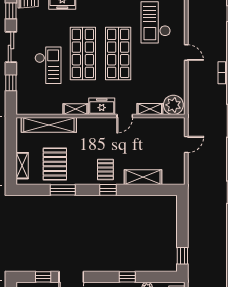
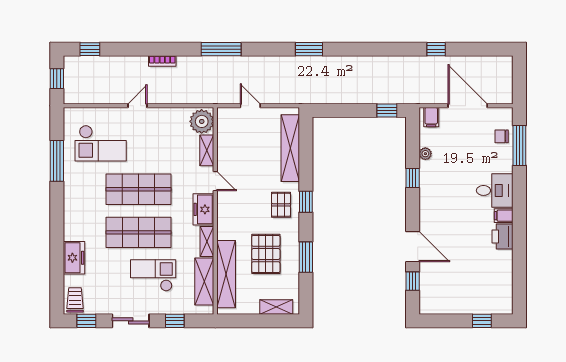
shelving: (43, 107) -> (204, 282), added
pallet: (55, 164) -> (266, 254), moved, turned 90
pallet: (105, 170) -> (281, 205), turned 90
shelving: (143, 177) -> (290, 148), width x1.47

